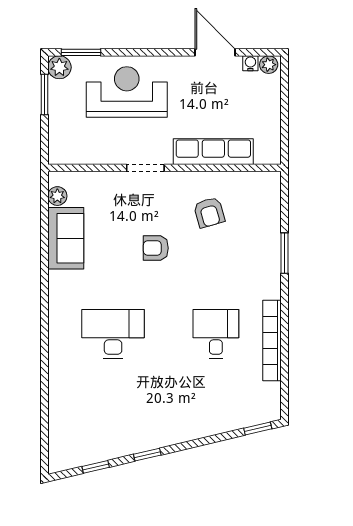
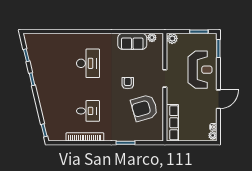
door: (215, 52) -> (218, 99), moved
plant: (59, 67) -> (172, 38), moved
row of seats: (213, 152) -> (172, 123), moved
armchair: (209, 212) -> (144, 108), width x1.88, depth x1.88

